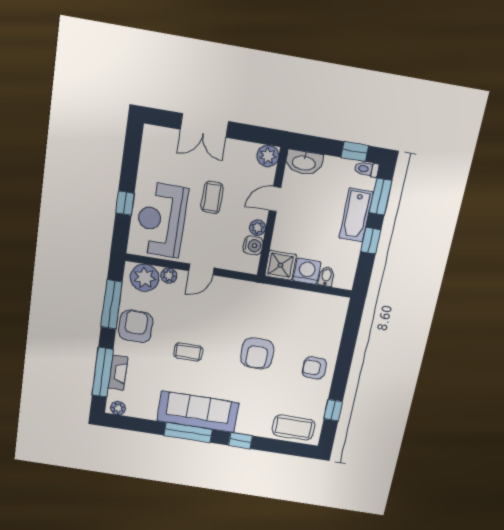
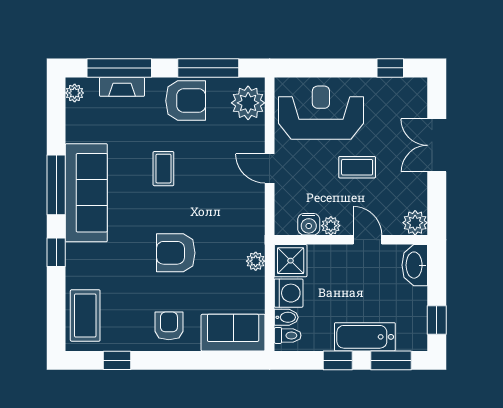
toilet: (367, 169) -> (288, 335), moved, turned 90
window: (125, 203) -> (390, 68), moved
plant: (169, 276) -> (256, 261), moved
sofa: (330, 320) -> (233, 333), added

